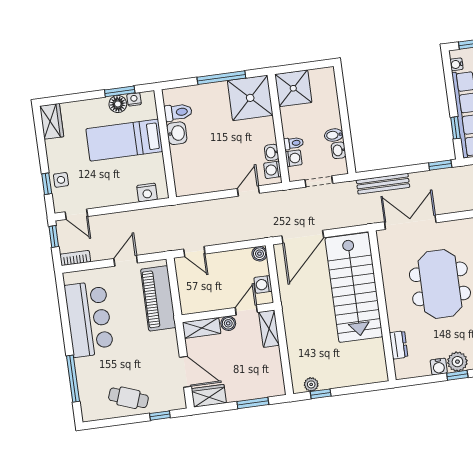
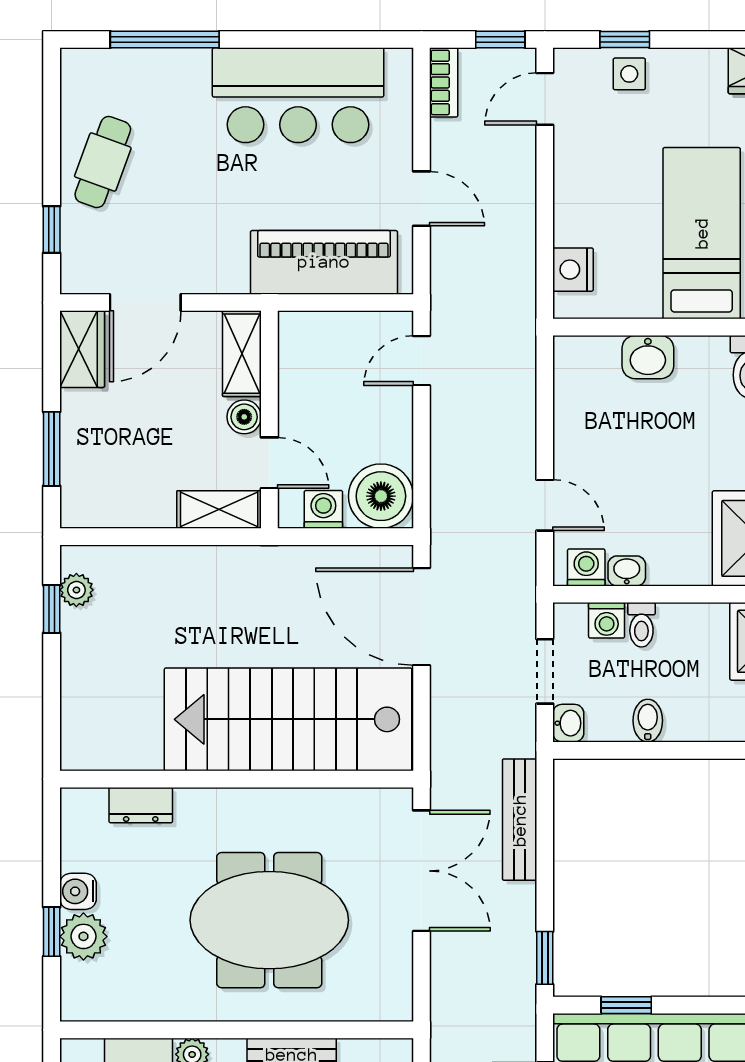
washbasin: (177, 133) -> (648, 357), moved
washbasin: (339, 150) -> (568, 723), moved, turned 90
boiler: (259, 254) -> (381, 496), width x1.86, depth x1.86

